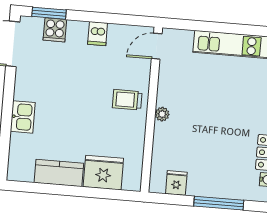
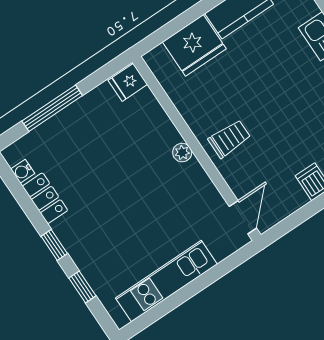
fridge: (176, 183) -> (128, 82), moved, turned 90

